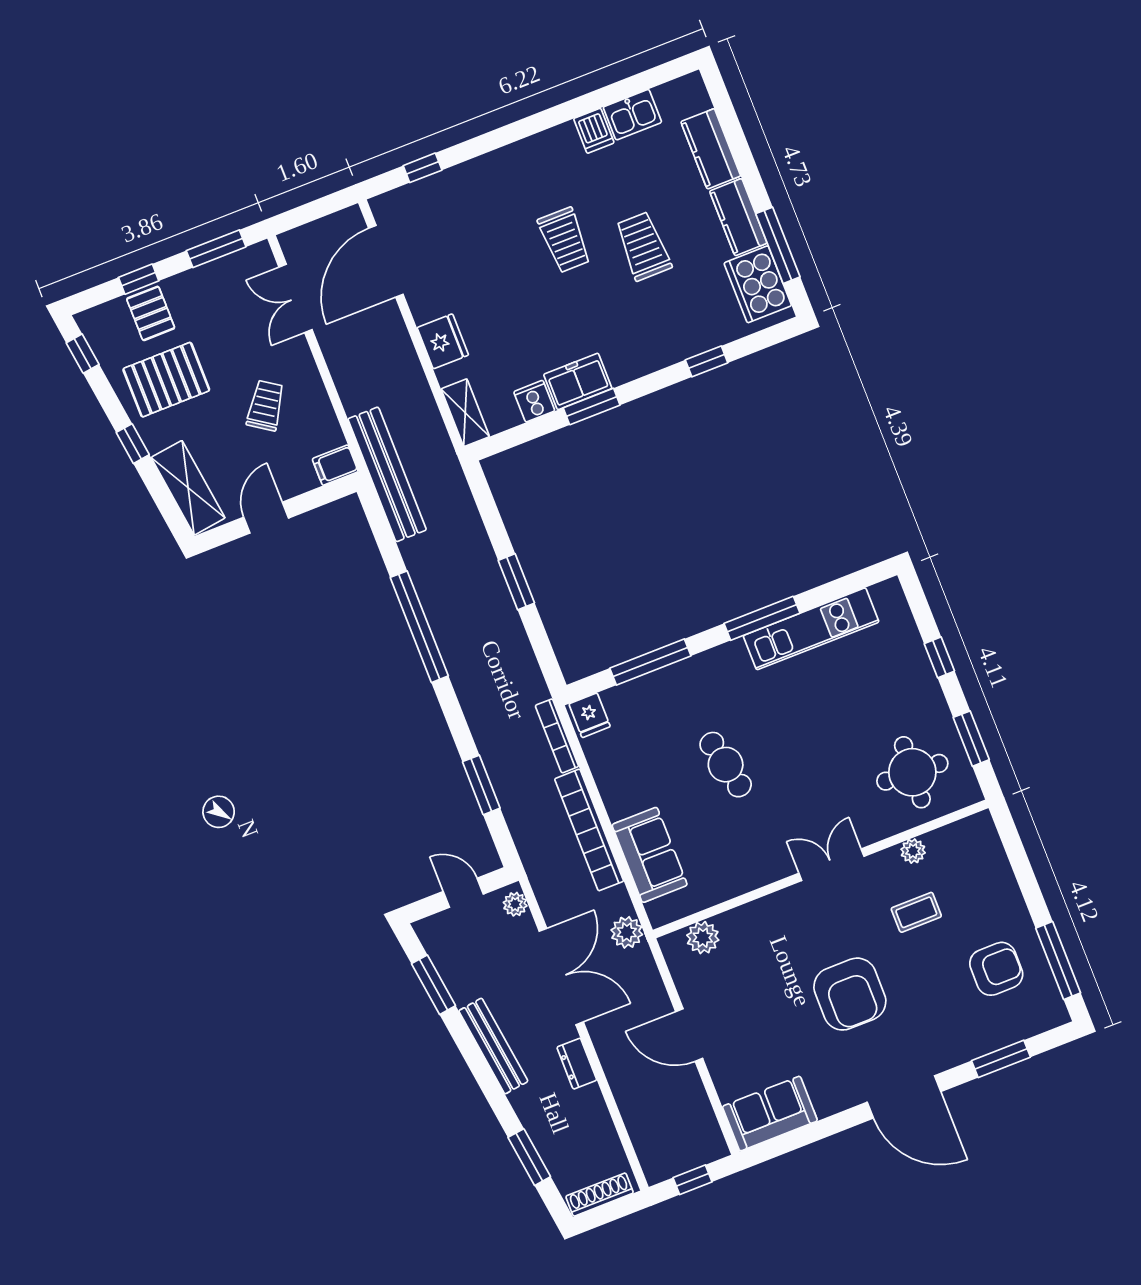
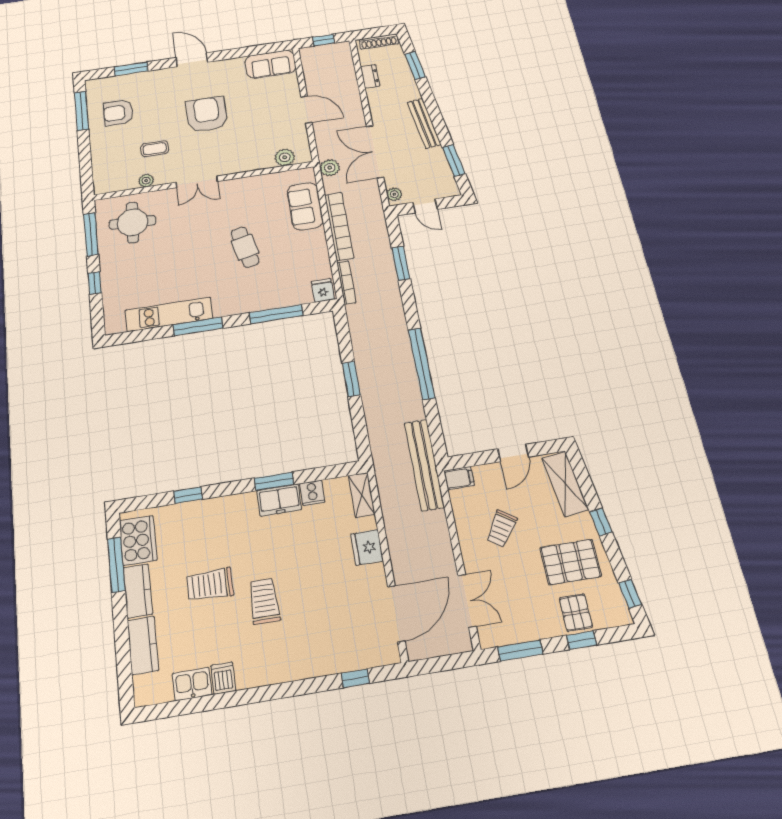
trolley: (643, 246) -> (210, 584), turned 90
window: (971, 739) -> (91, 234), width x1.44
dresser: (577, 1064) -> (370, 76), moved
door: (904, 1097) -> (192, 60), width x0.73

